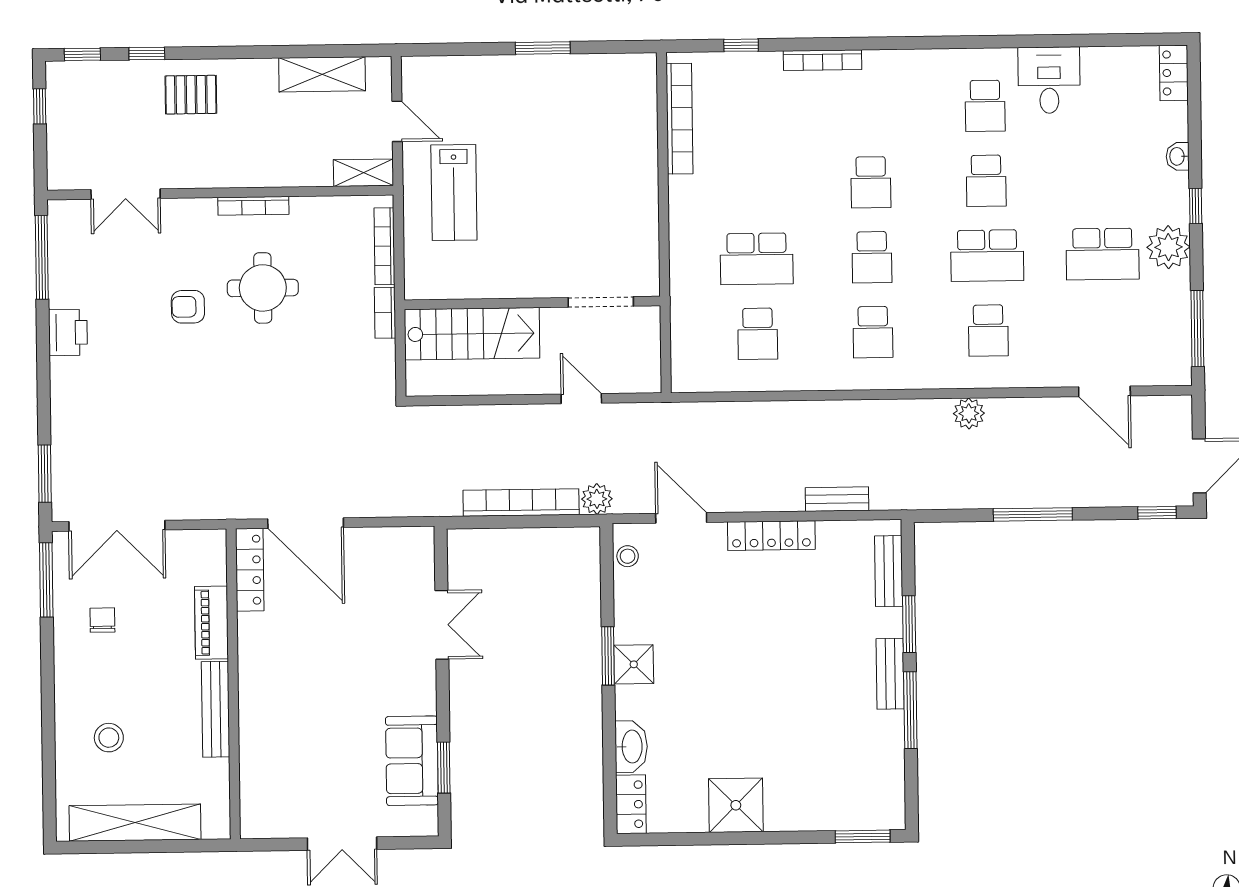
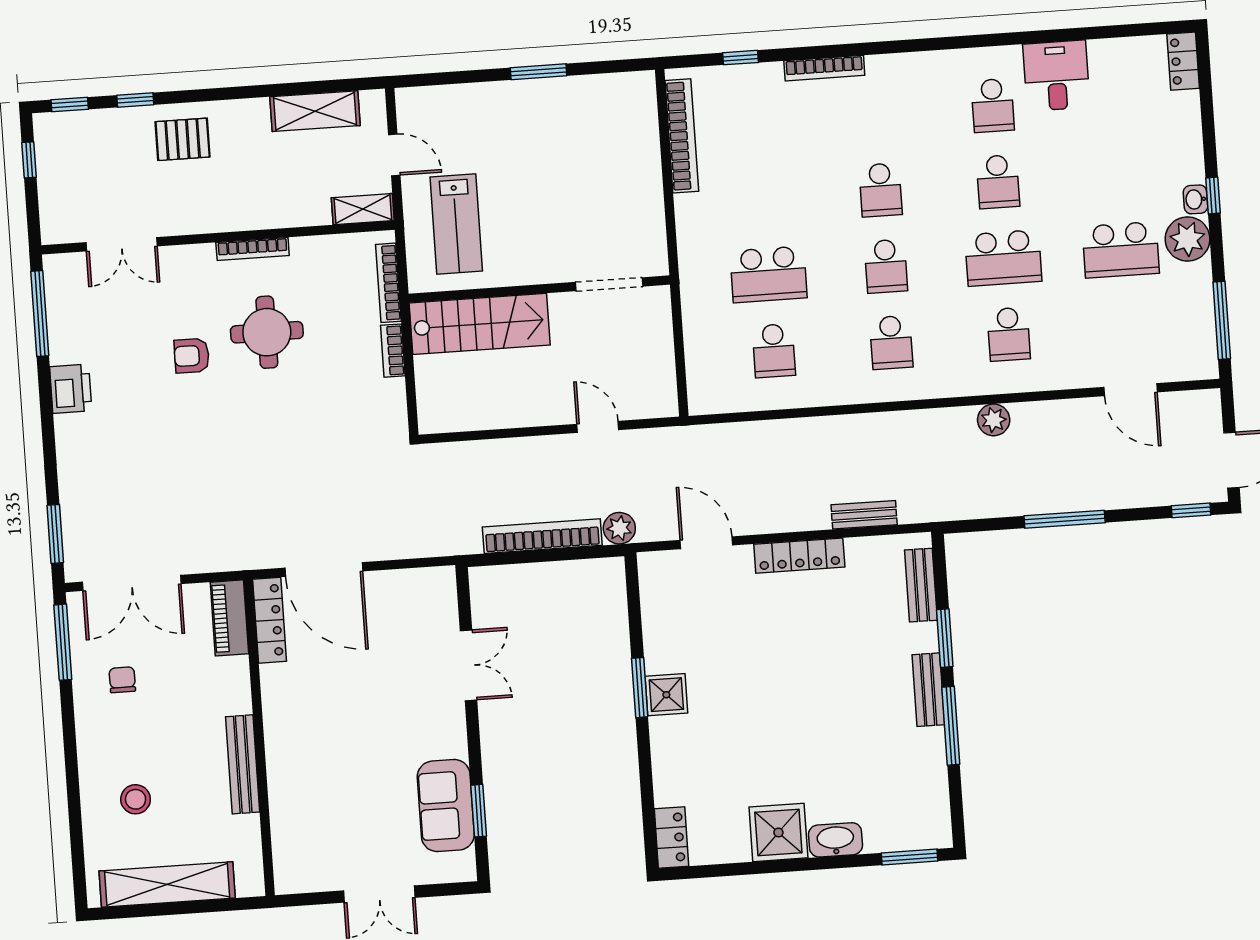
washbasin: (1178, 156) -> (1195, 199), moved
doorway: (601, 302) -> (609, 284), moved
wall: (532, 303) -> (539, 289), moved
stairs: (472, 334) -> (480, 324), moved
stool: (628, 556) -> (654, 585), removed
piano: (211, 623) -> (229, 618), moved
washbasin: (631, 747) -> (835, 840), moved, turned -90

